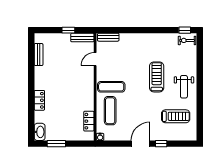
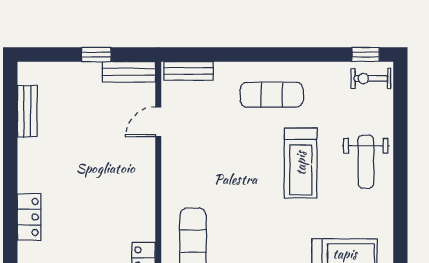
treadmill: (157, 77) -> (301, 163), turned 180
exercise mat: (111, 87) -> (272, 95), moved
weight bench: (184, 87) -> (366, 162), moved

